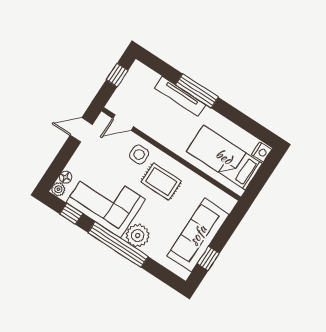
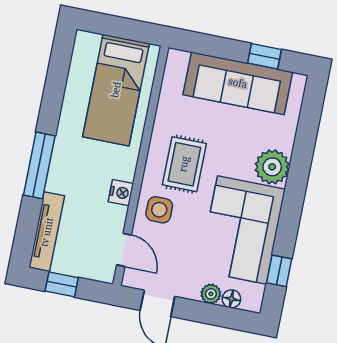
tv unit: (180, 96) -> (47, 232), moved
nightstand: (262, 152) -> (121, 193), moved, turned 90
plant: (58, 189) -> (211, 294), moved
window: (118, 245) -> (295, 189), removed

